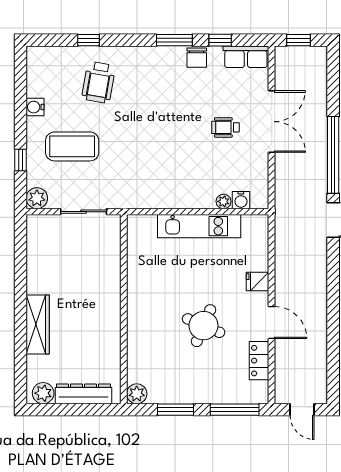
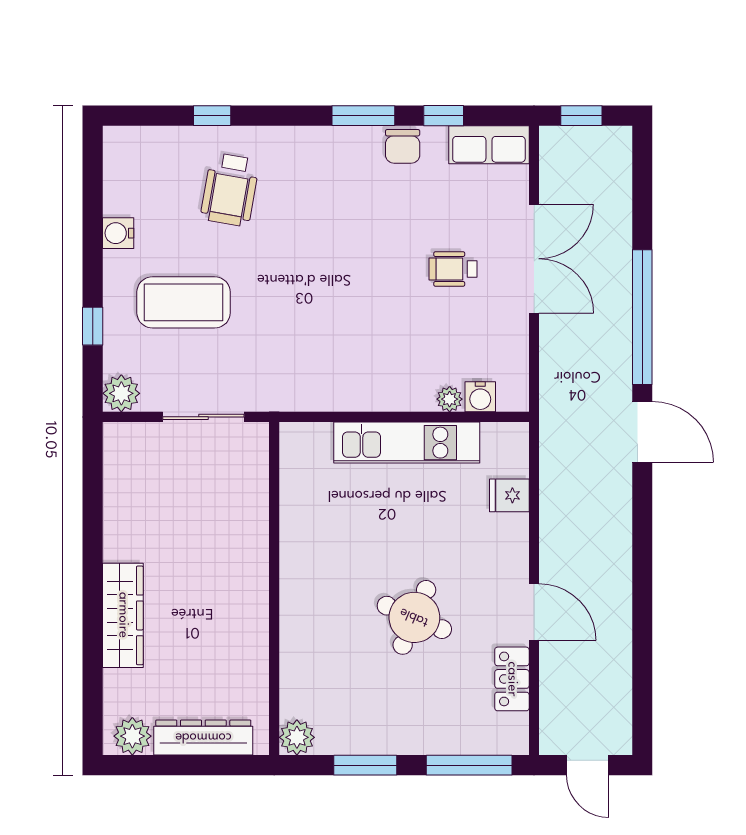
fridge: (258, 281) -> (509, 495), moved

